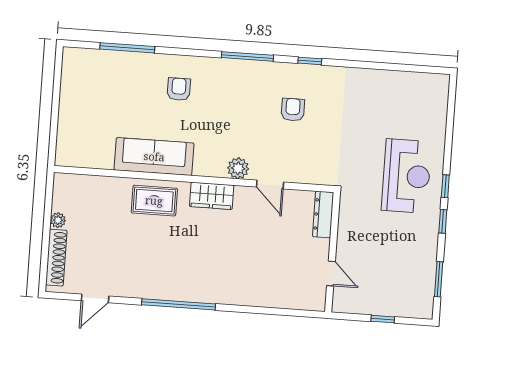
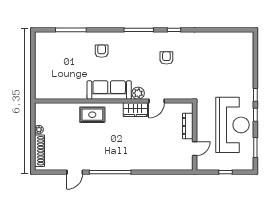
sofa: (154, 157) -> (109, 90), moved
reception desk: (406, 176) -> (232, 125), moved, width x1.36, depth x1.30
door: (270, 185) -> (157, 101), hinge flipped
wardrobe: (212, 196) -> (135, 110), moved
dresser: (323, 214) -> (188, 126), moved
door: (331, 274) -> (195, 149), hinge flipped
door: (95, 298) -> (75, 172), moved

